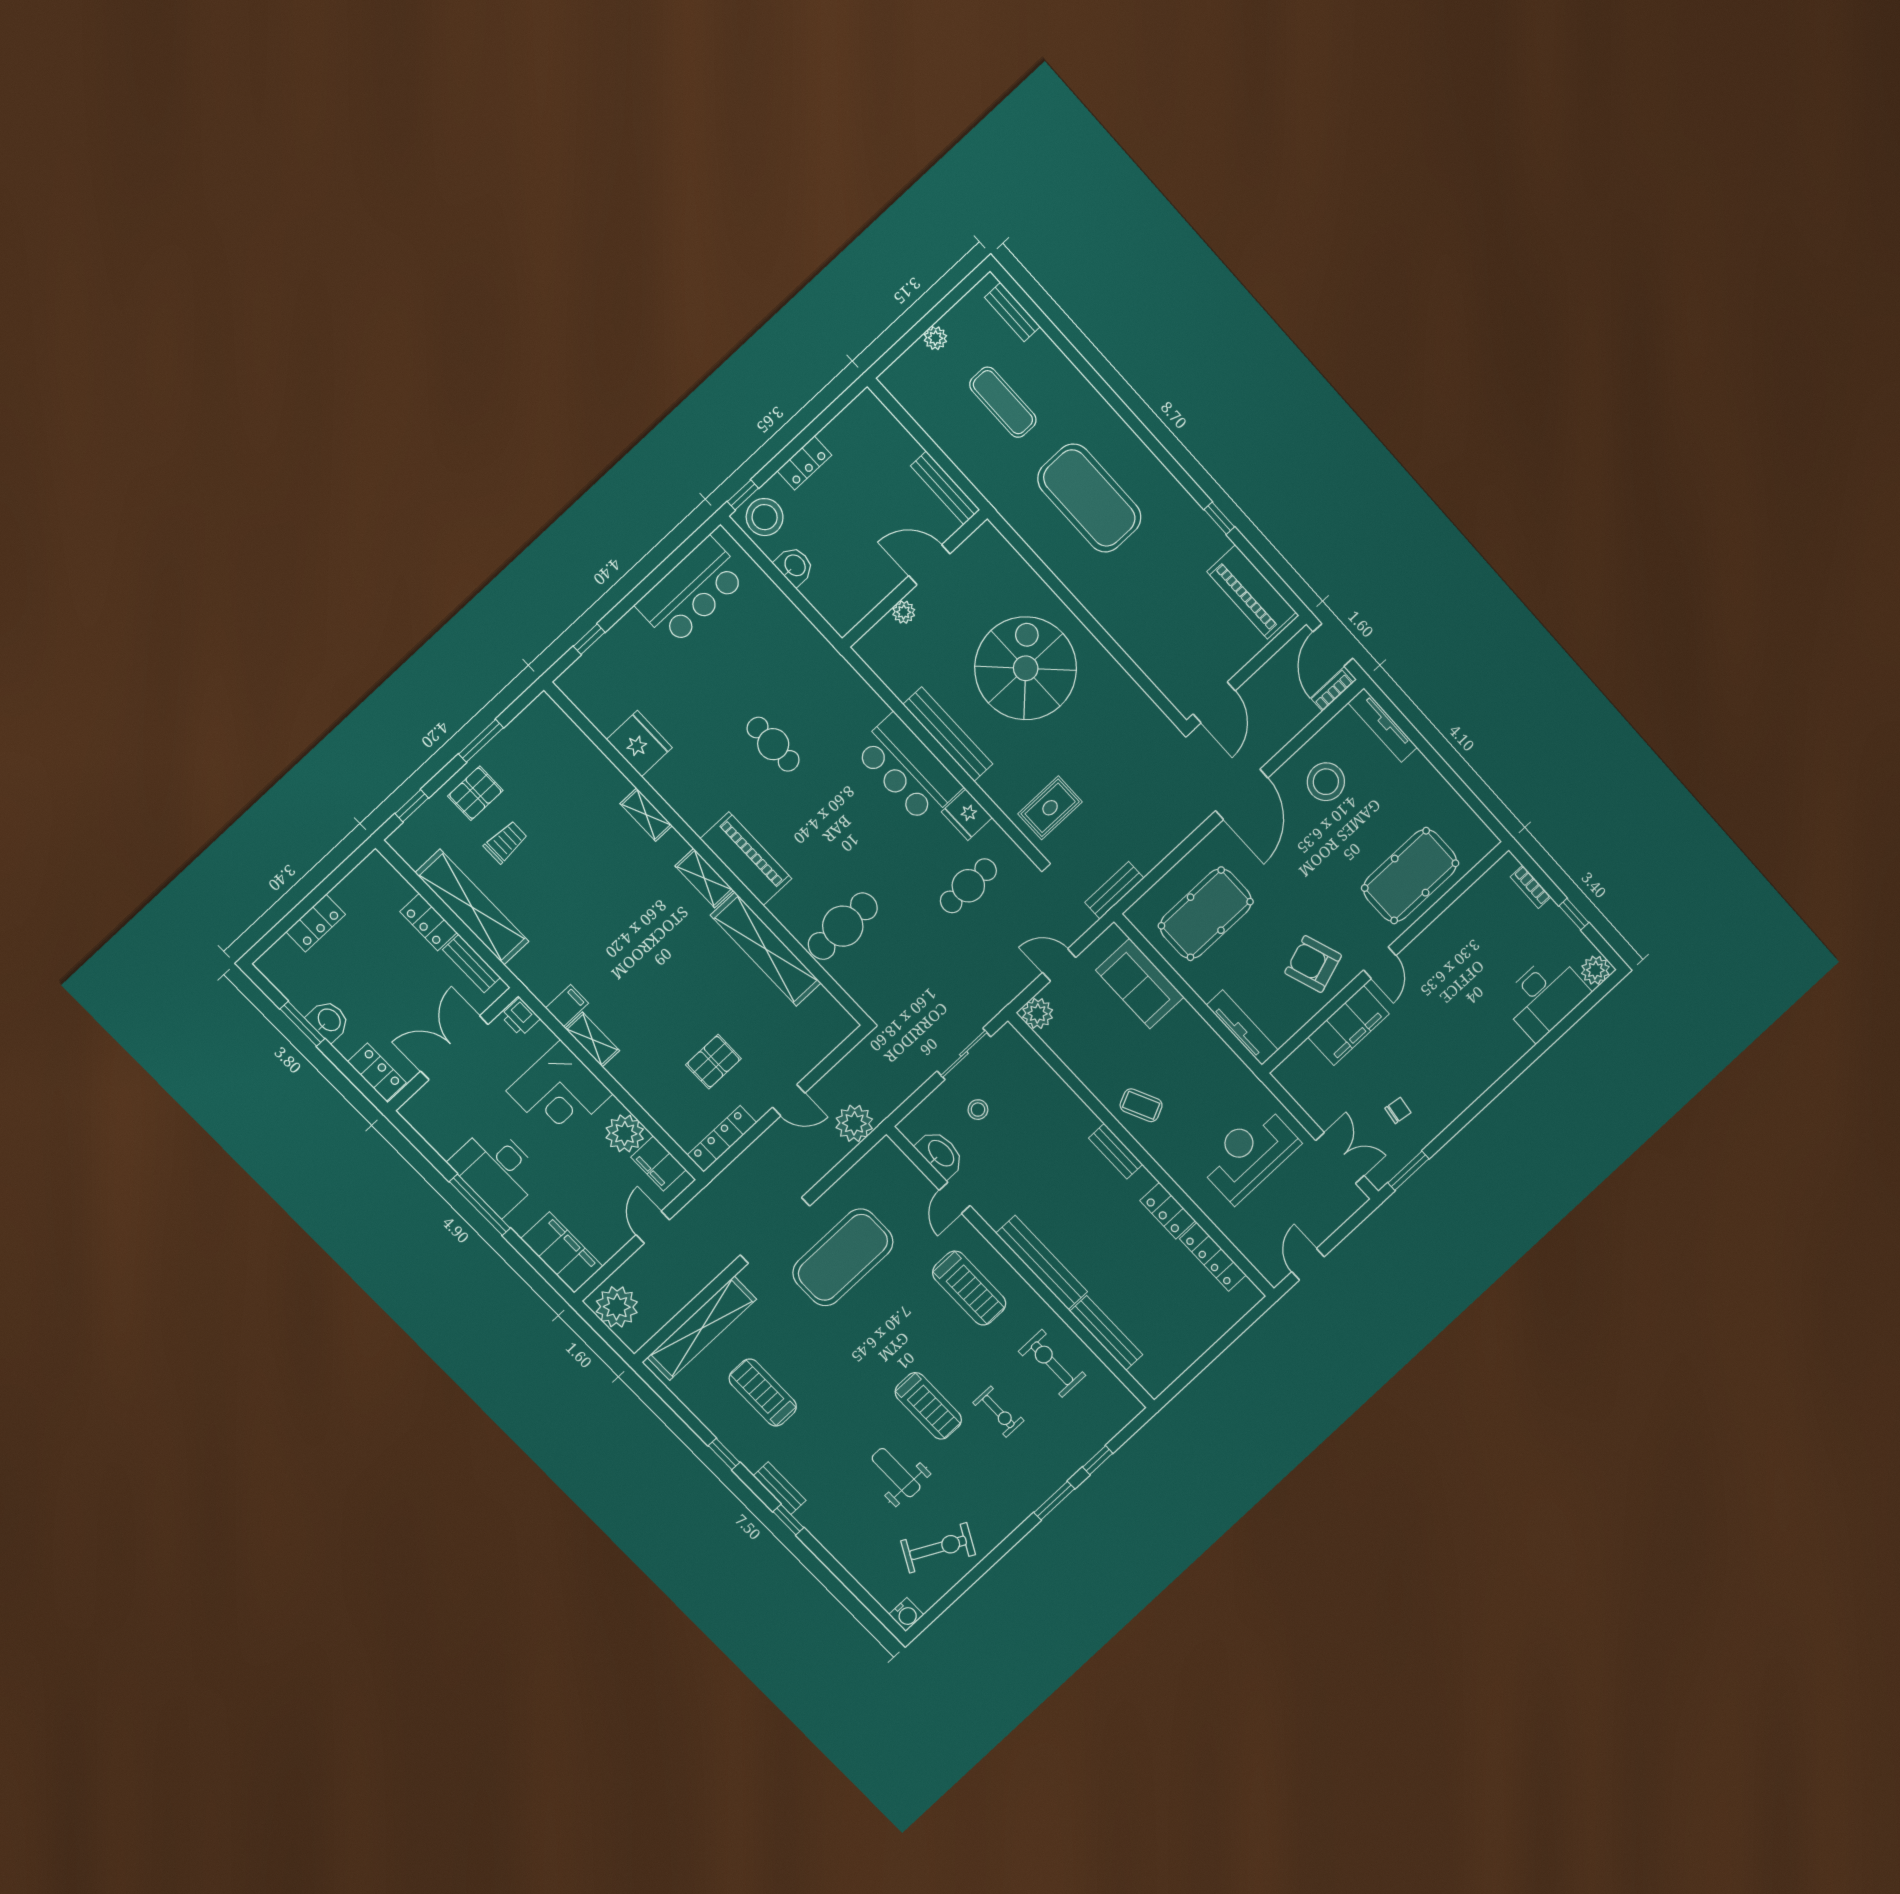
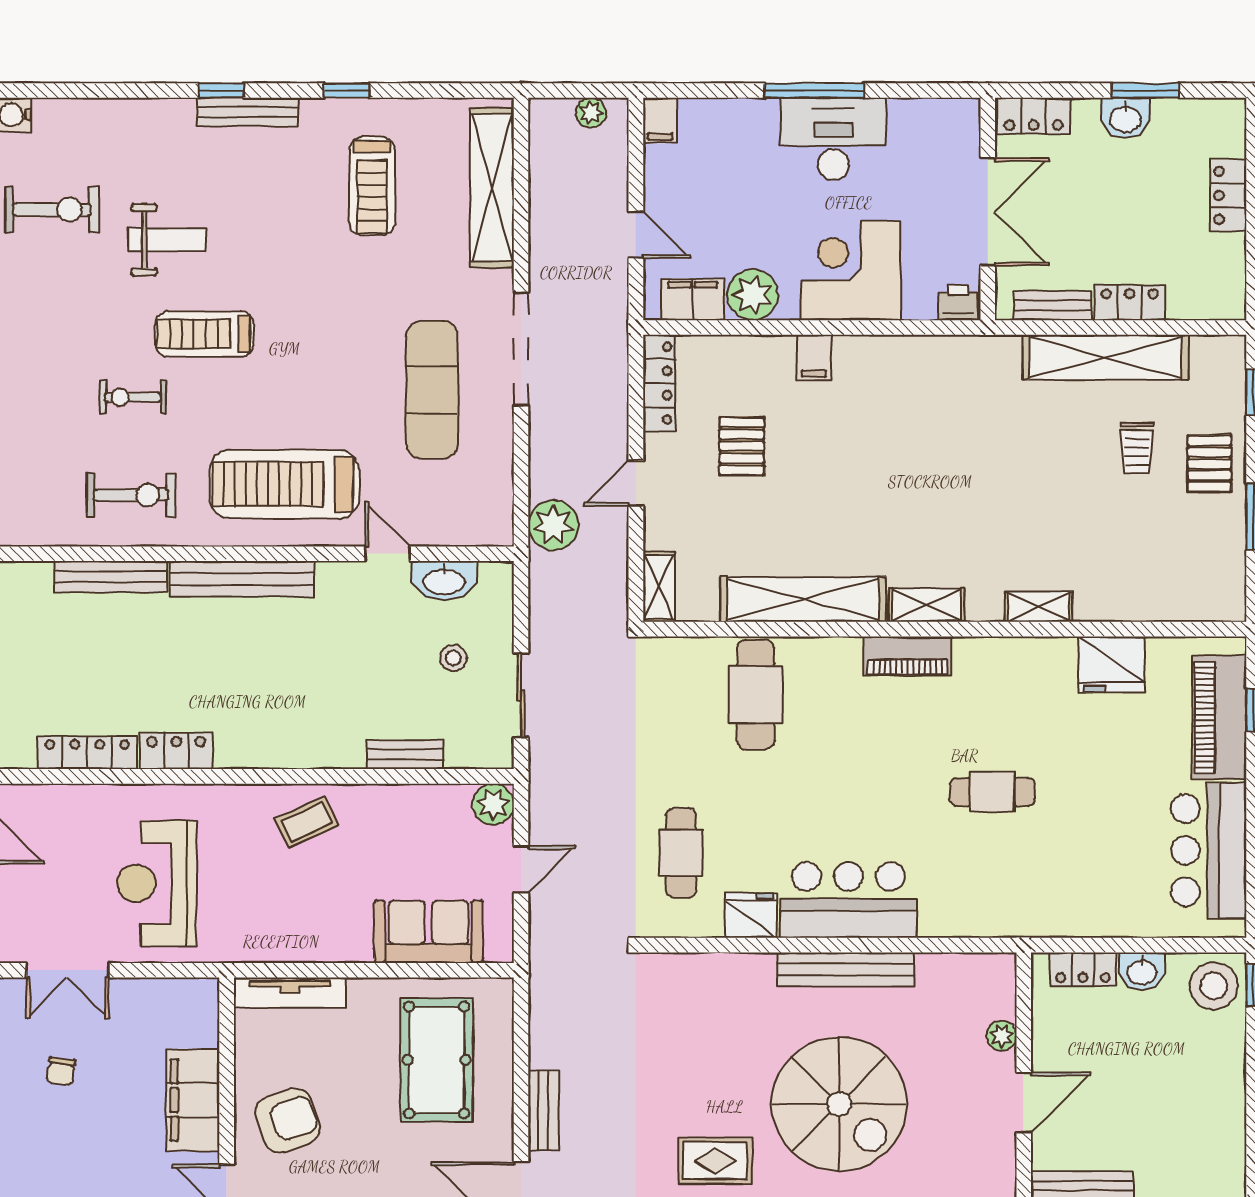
locker: (804, 463) -> (1083, 969), moved, turned -90
piano: (612, 655) -> (1219, 718), added
rug: (1050, 808) -> (715, 1161), moved, turned 90
piano: (746, 859) -> (908, 656), width x0.73, depth x0.75
bench: (1114, 890) -> (544, 1110), moved
filing cabinet: (567, 1006) -> (814, 358), moved
shelving: (592, 1039) -> (659, 587), moved, turned 90
bench: (1116, 1151) -> (405, 754), moved
reception desk: (1249, 1154) -> (157, 883), turned 180
filing cabinet: (562, 1253) -> (660, 120), width x0.33, depth x0.86
exercise mat: (843, 1257) -> (432, 390), width x0.68
treadmill: (969, 1288) -> (284, 484), width x1.37, depth x1.38
plant: (617, 1307) -> (591, 113), width x0.53, depth x0.53
treadmill: (763, 1393) -> (372, 186), turned 90
bench: (780, 1488) -> (248, 112), width x1.36
exercise bike: (938, 1548) -> (52, 210), turned -118

